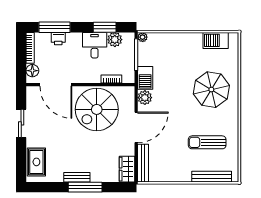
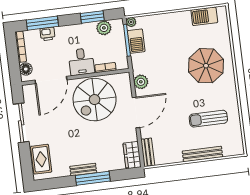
desk: (95, 45) -> (81, 62), moved, turned 180
barbecue: (145, 78) -> (136, 41), moved
door: (56, 85) -> (51, 80), hinge flipped
sliding door: (21, 123) -> (21, 123), width x1.37
bench: (143, 163) -> (148, 152), width x0.73
bench: (212, 177) -> (202, 154), moved

